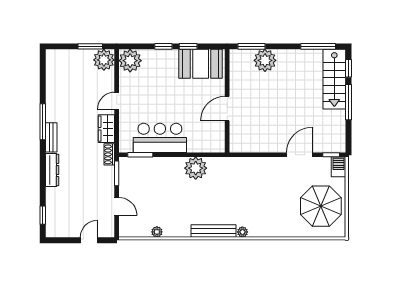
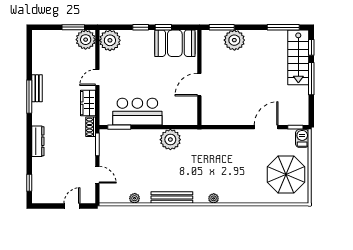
bench: (51, 137) -> (37, 88), moved
bench: (213, 231) -> (172, 198), moved

